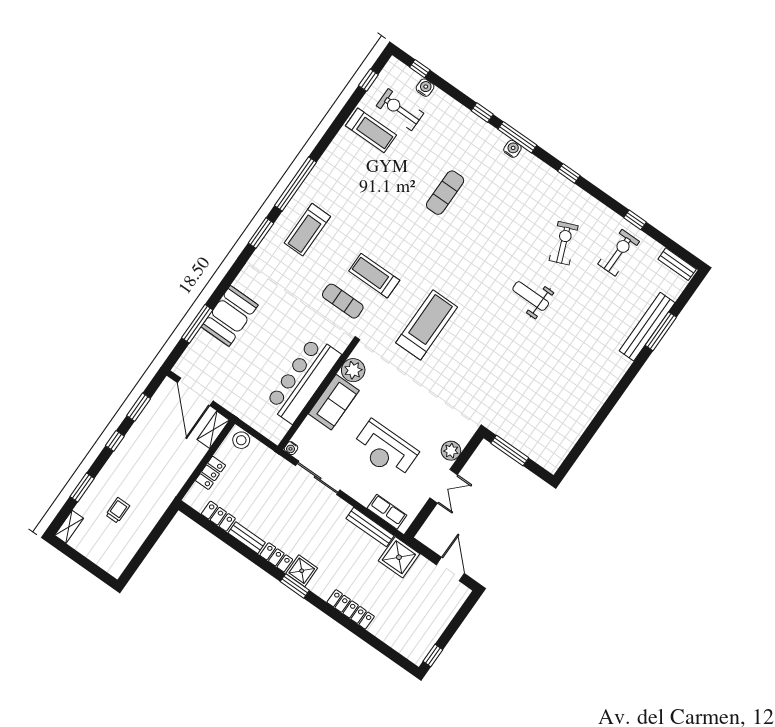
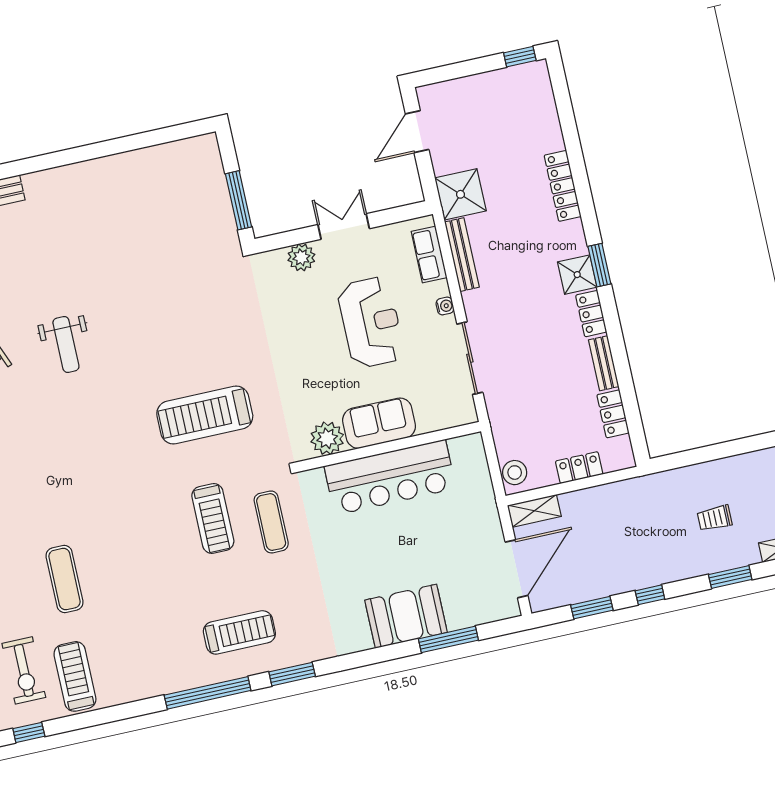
exercise mat: (445, 193) -> (65, 579), moved, turned 90
water cooler: (291, 448) -> (445, 306), moved

